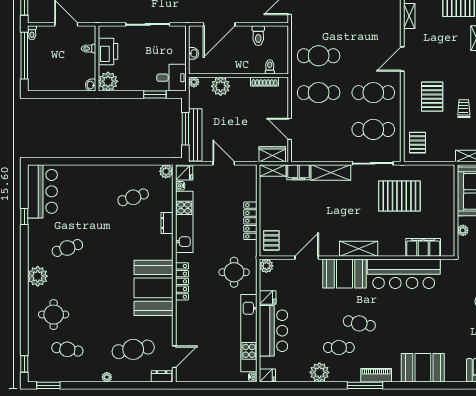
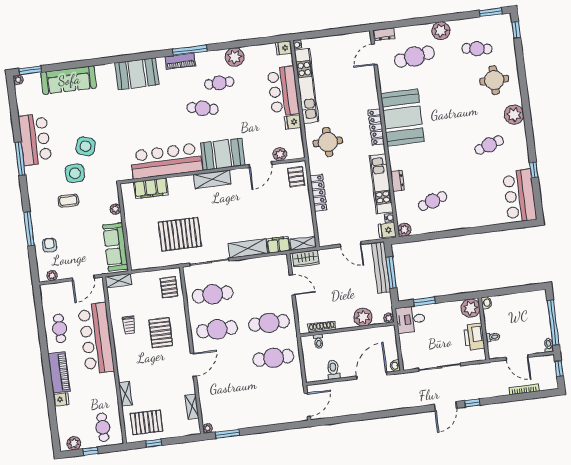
washbasin: (194, 53) -> (395, 366), moved
plant: (266, 266) -> (280, 154), moved
plant: (107, 377) -> (441, 31), width x1.88, depth x1.88

